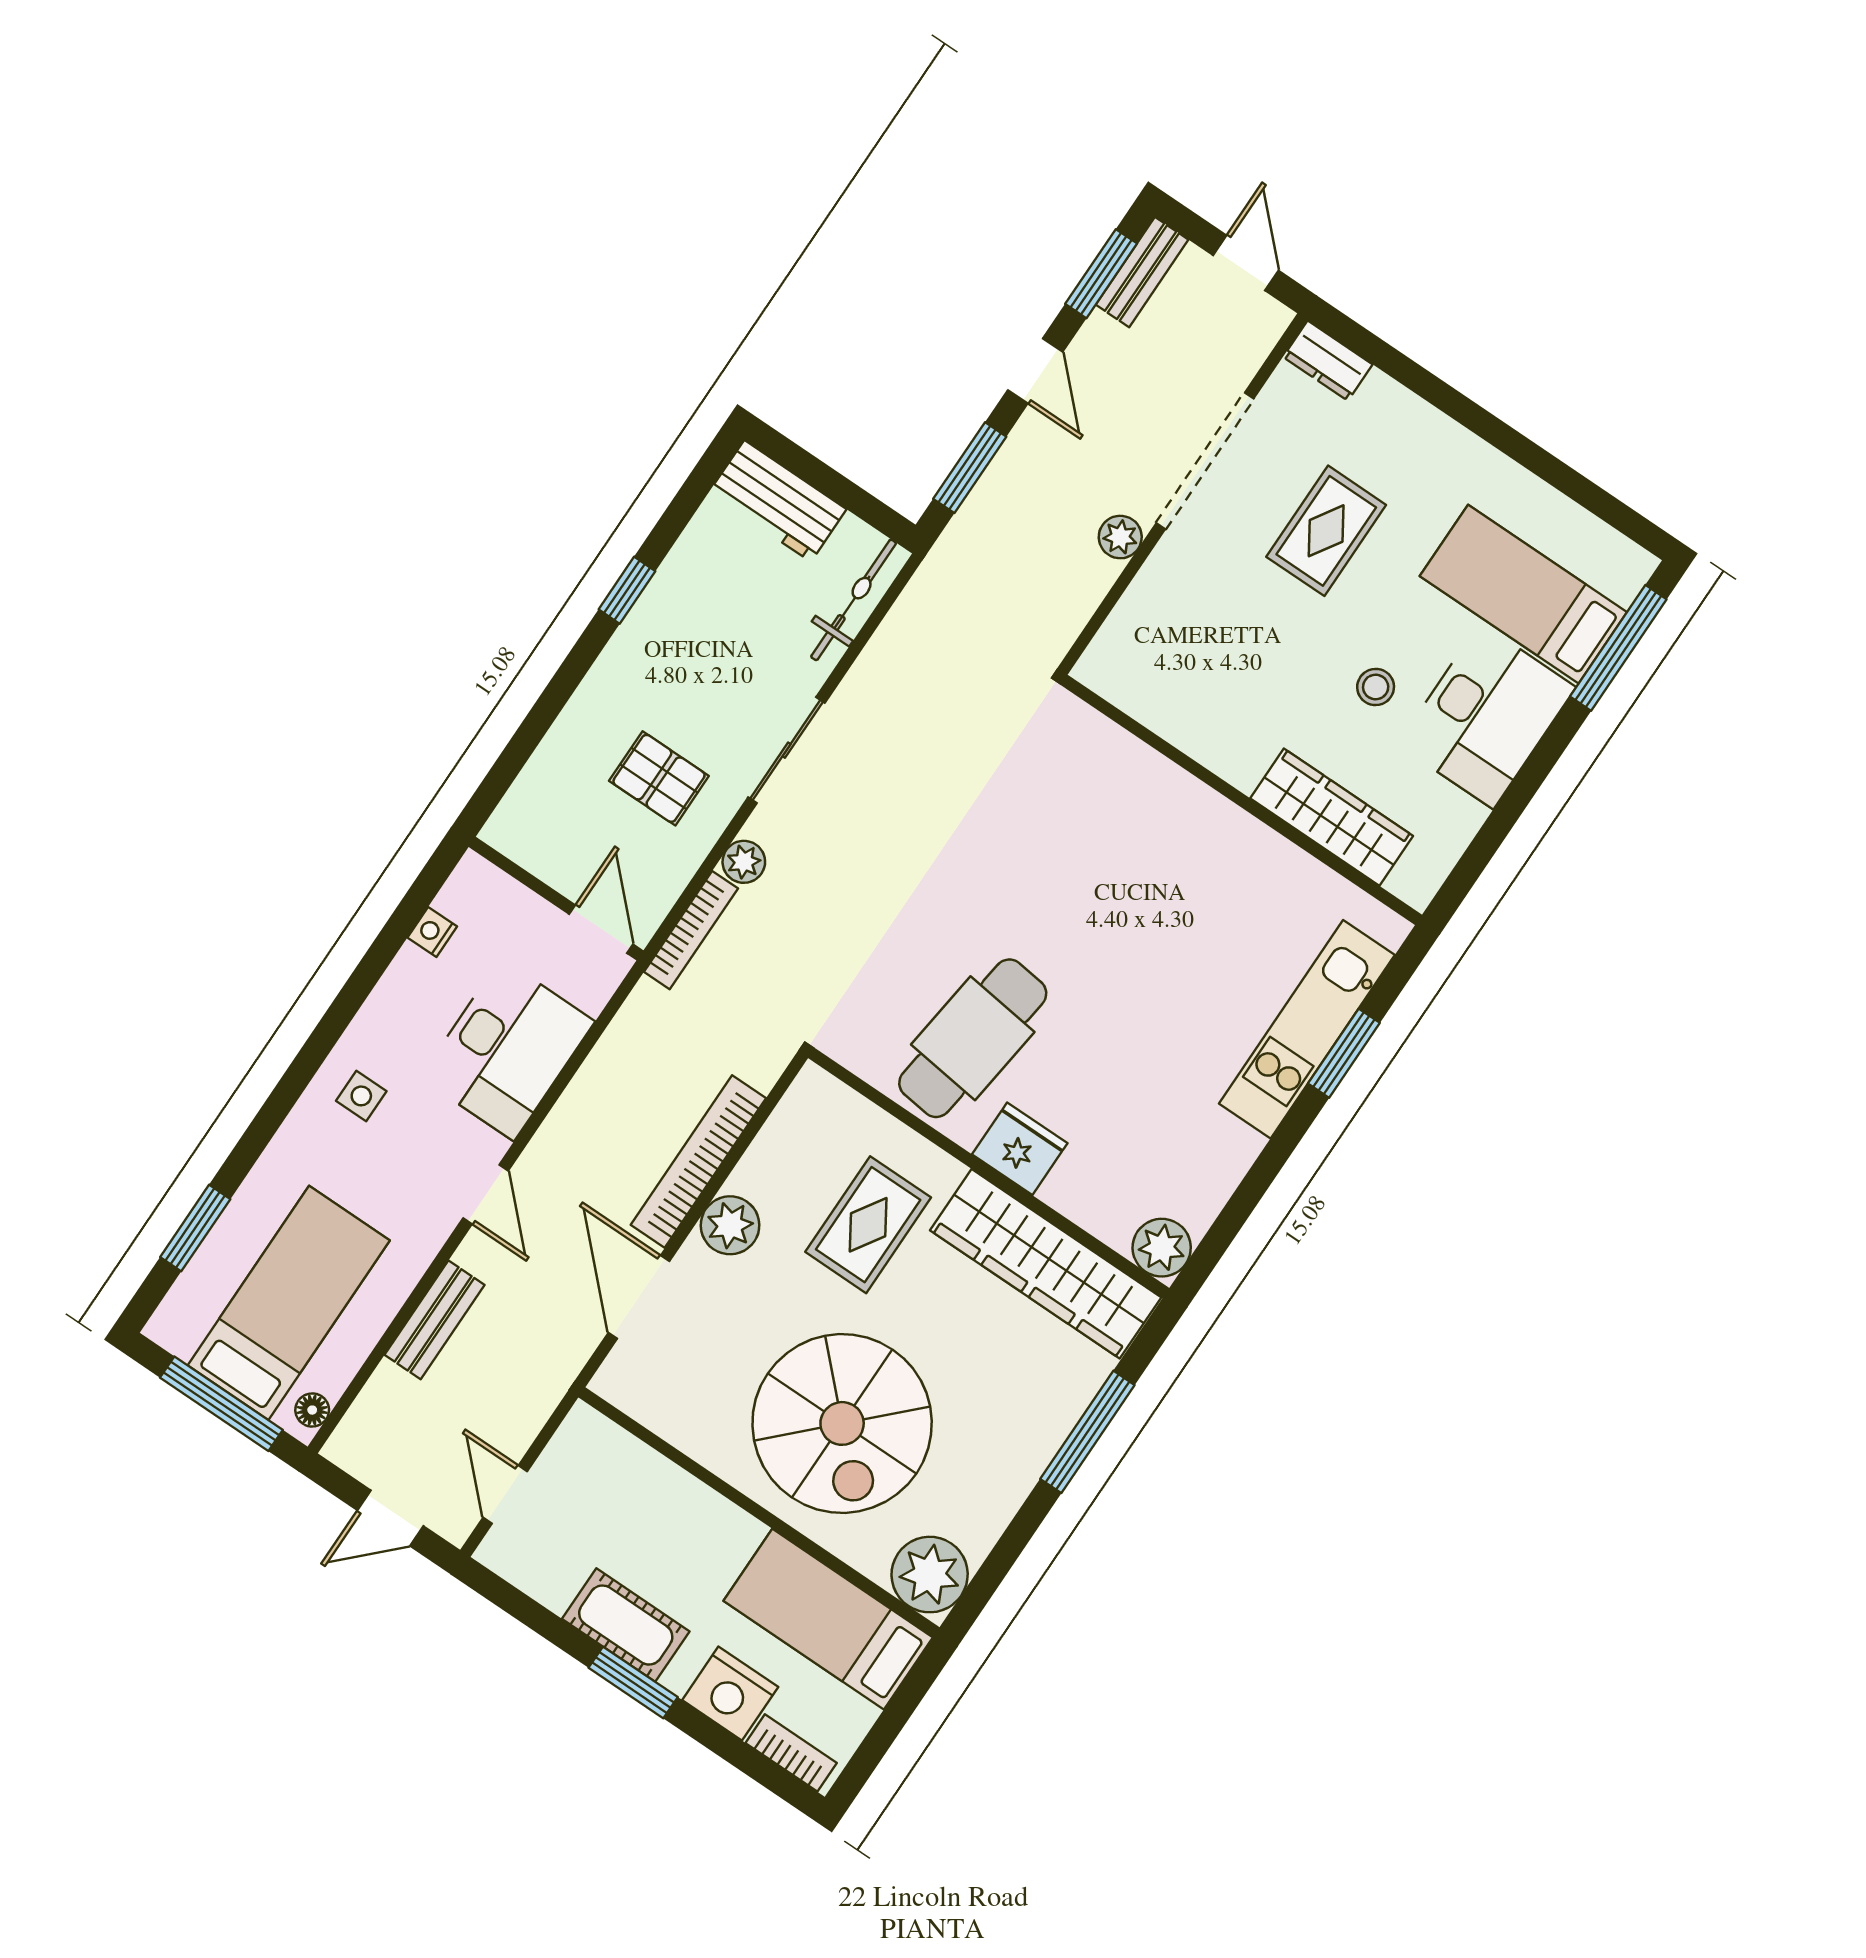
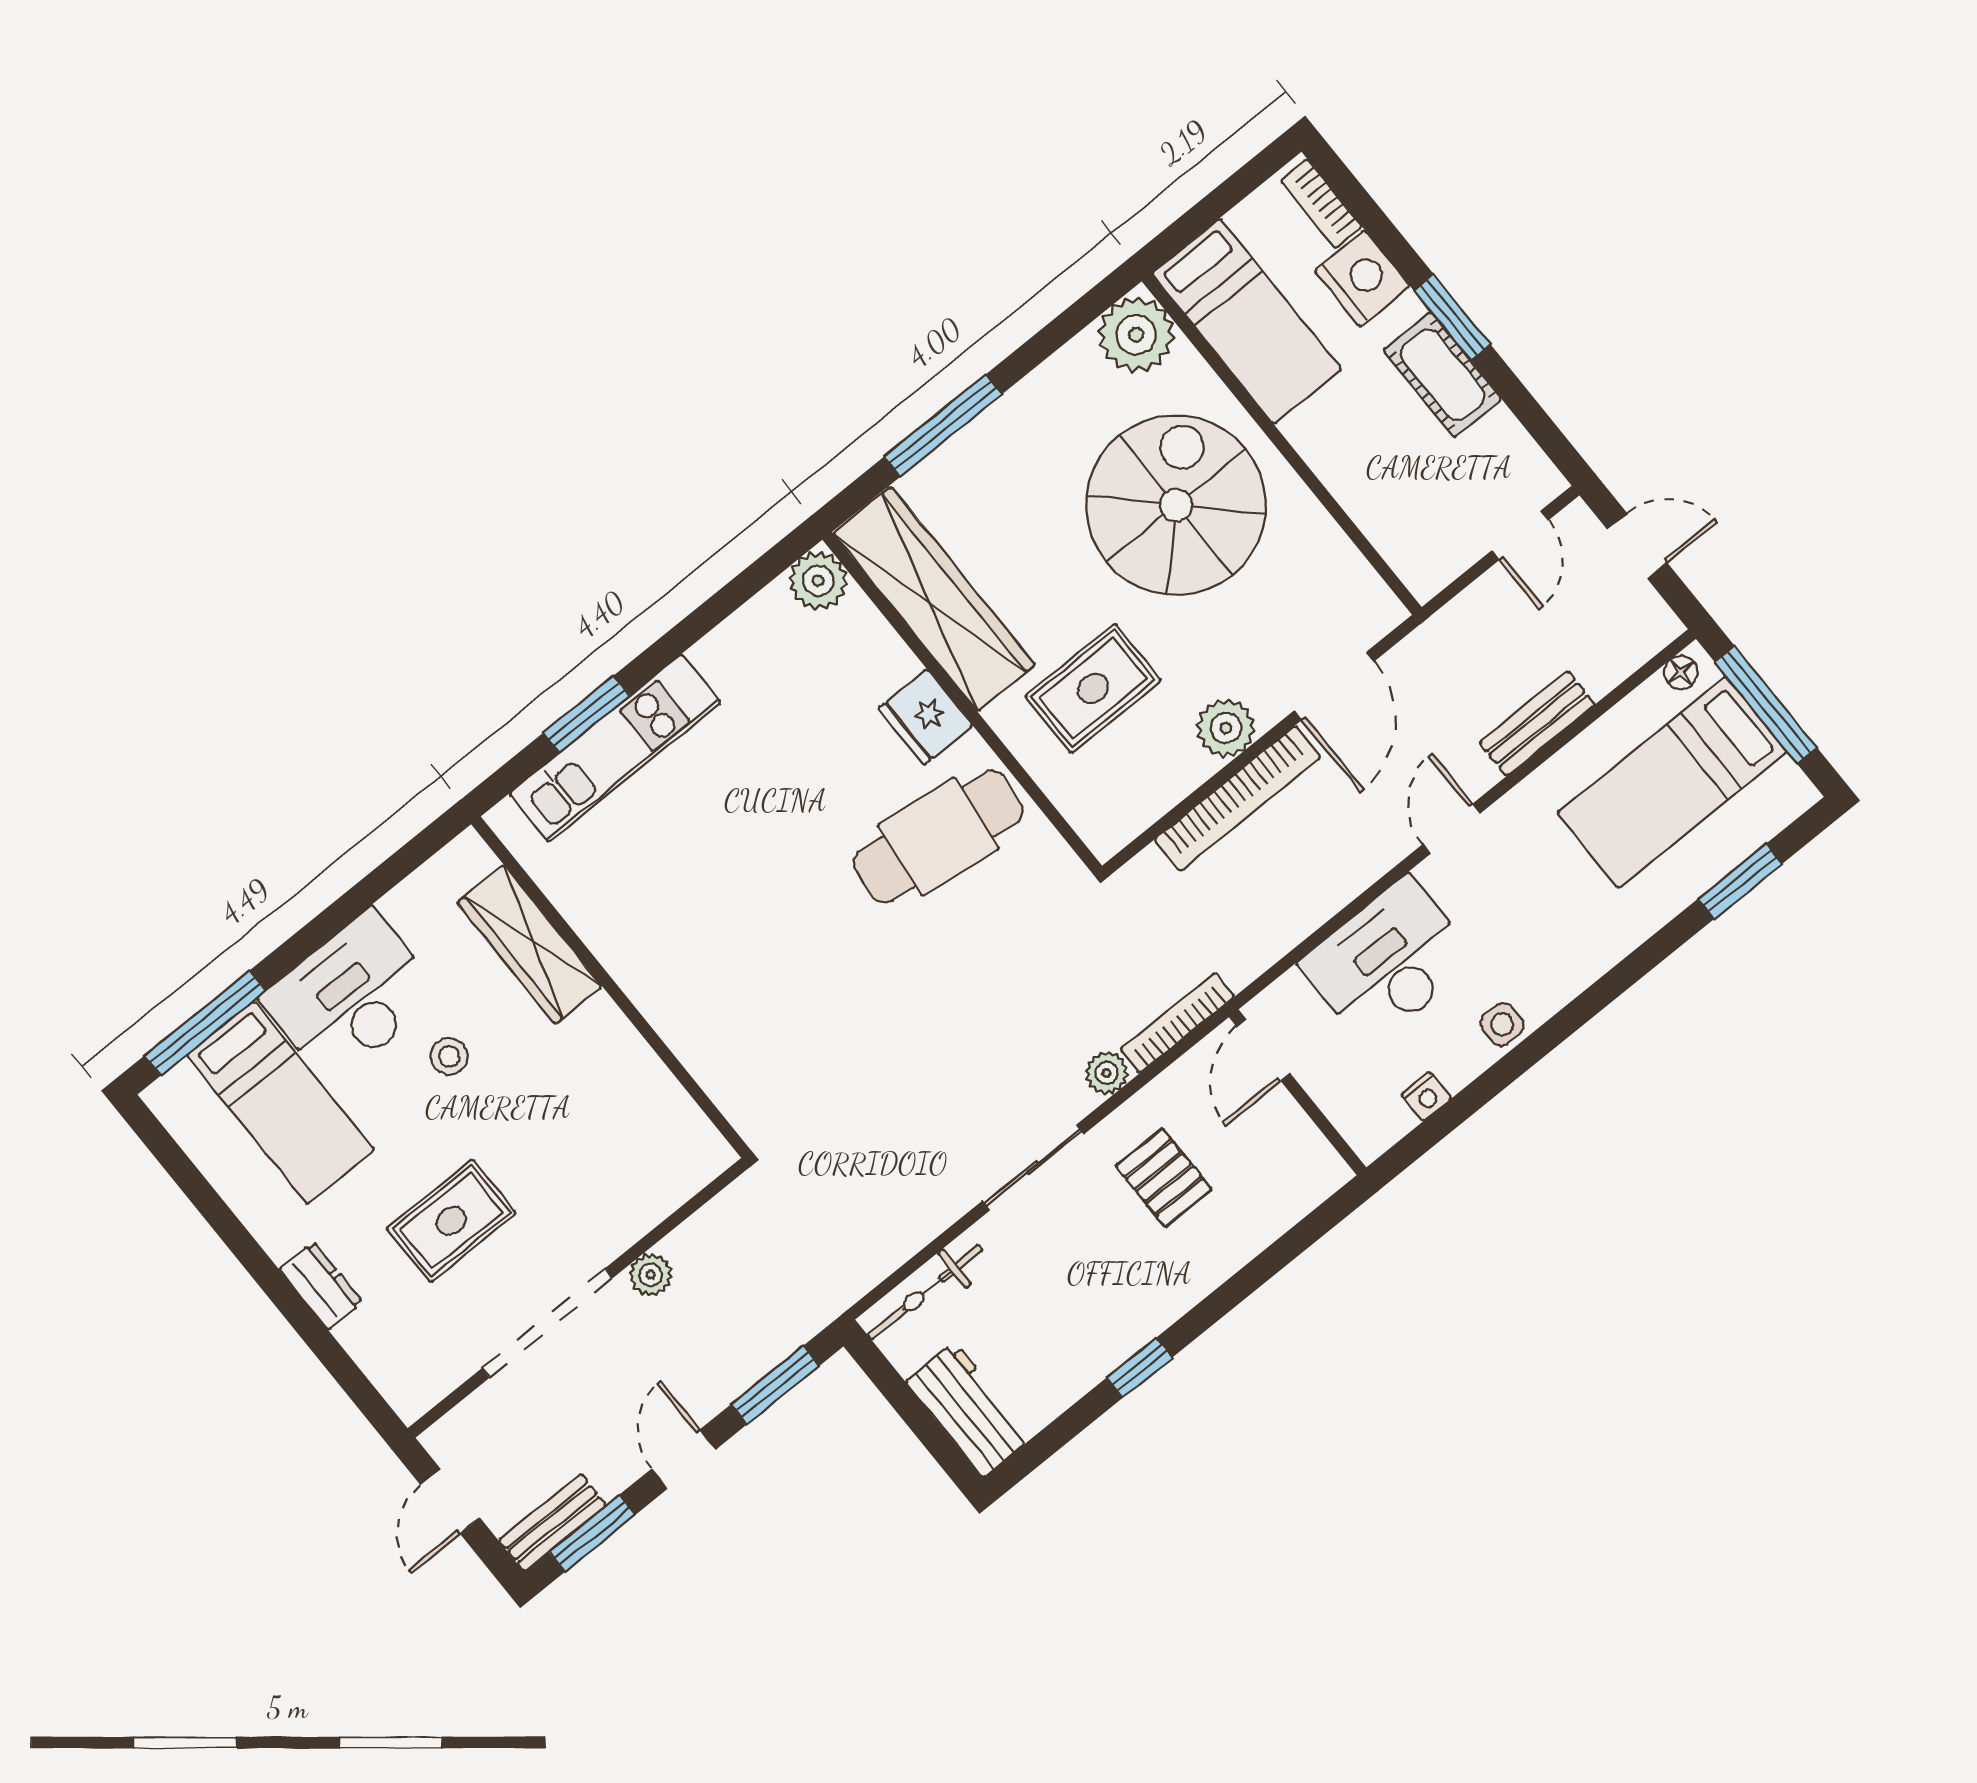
dresser: (1328, 361) -> (321, 1286), moved
side table: (361, 1096) -> (1502, 1024), moved

